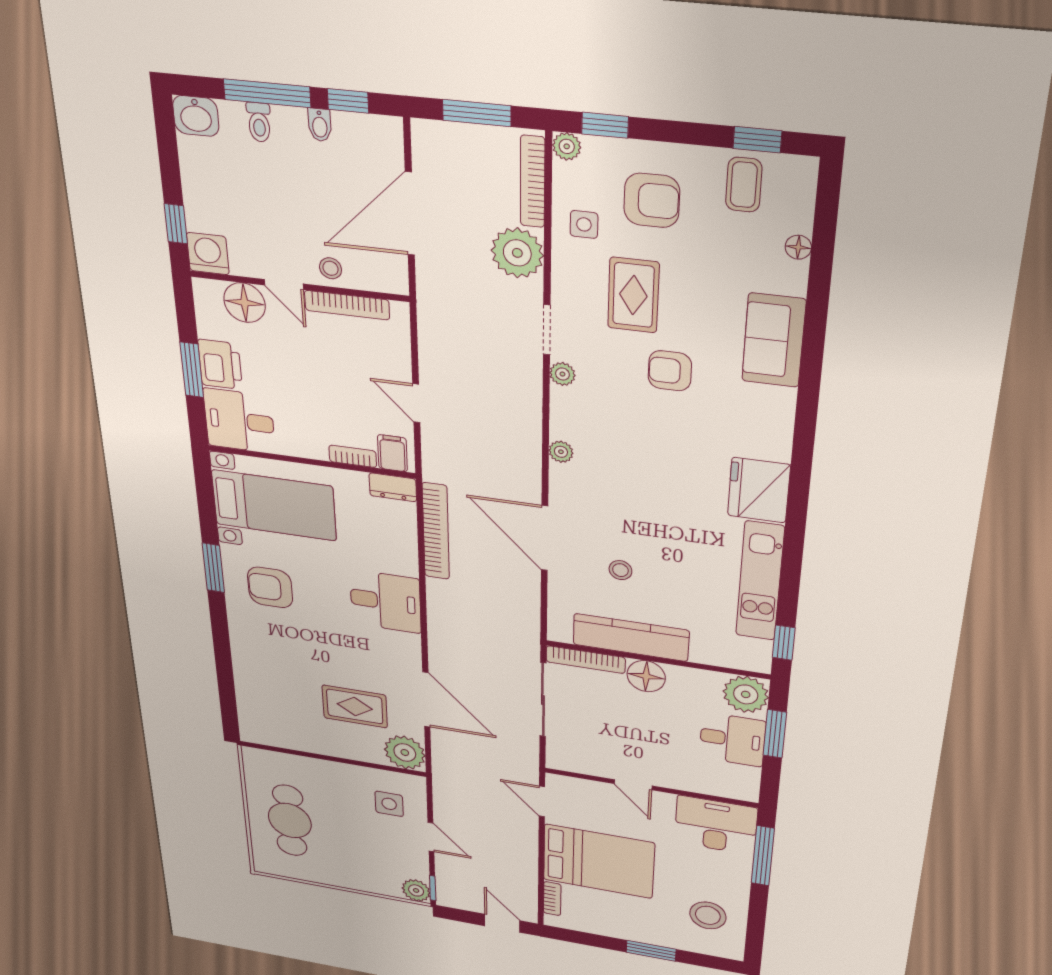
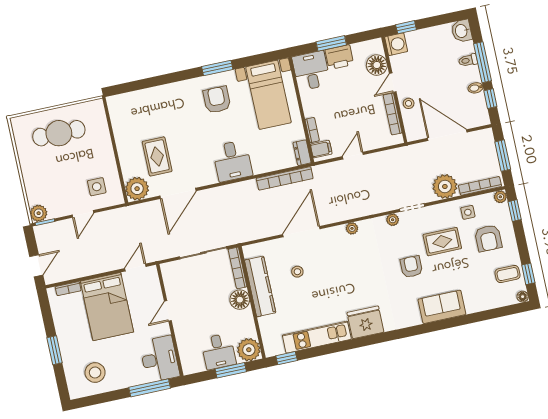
floor lamp: (798, 247) -> (523, 297), moved

